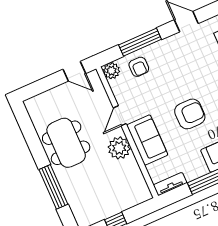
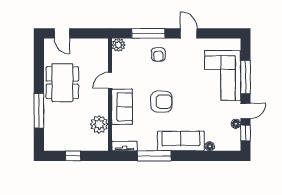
armchair: (139, 67) -> (158, 54), moved
door: (74, 71) -> (62, 33), moved
plant: (119, 148) -> (99, 124), moved

